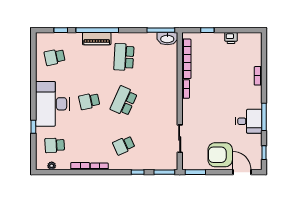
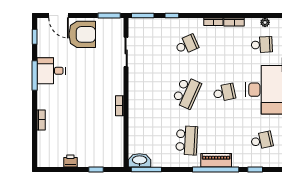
bookcase: (186, 59) -> (119, 138), removed

